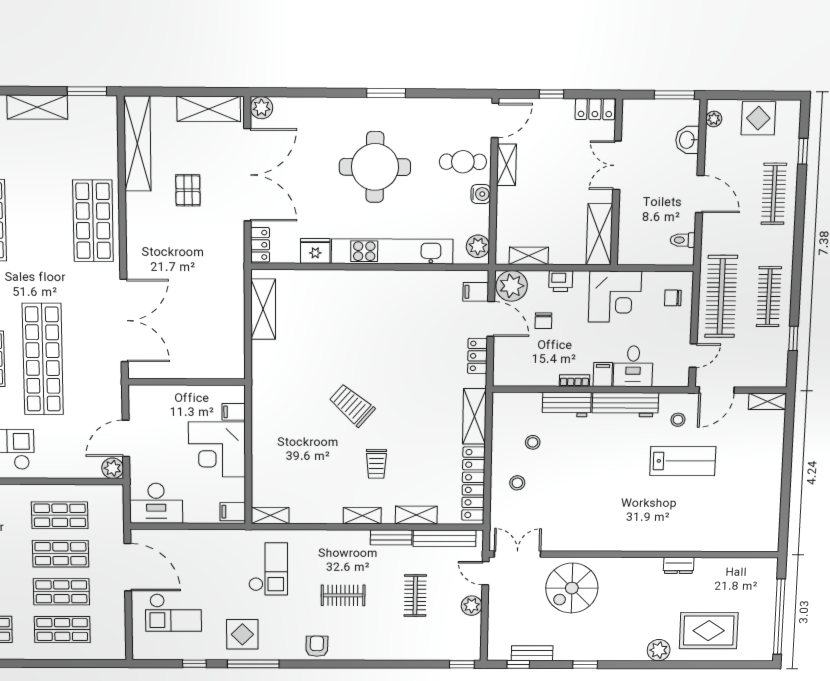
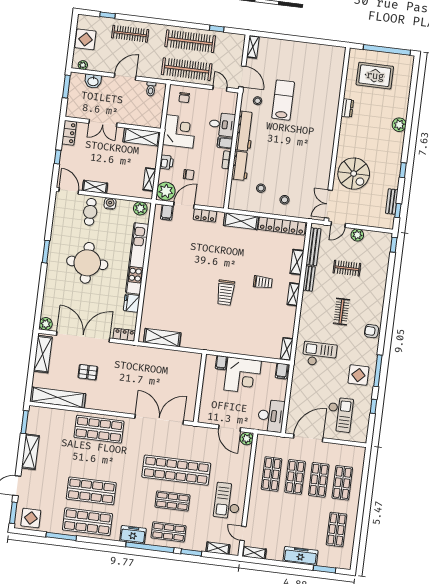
clothes rail: (769, 297) -> (190, 41), width x1.37, depth x1.31
trolley: (352, 405) -> (226, 293), turned -41
rug: (709, 631) -> (375, 76), moved, turned 90

